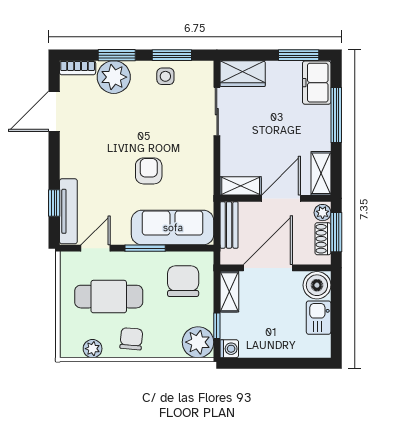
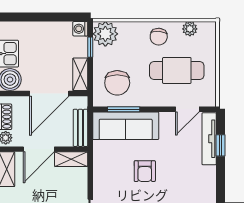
window: (145, 248) -> (124, 109), moved

